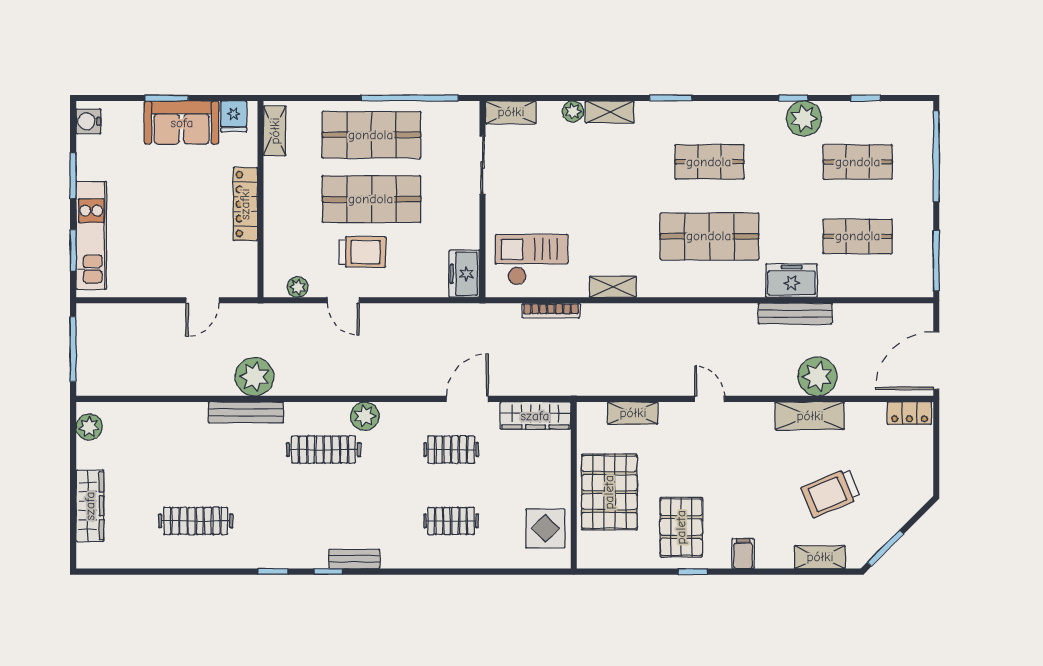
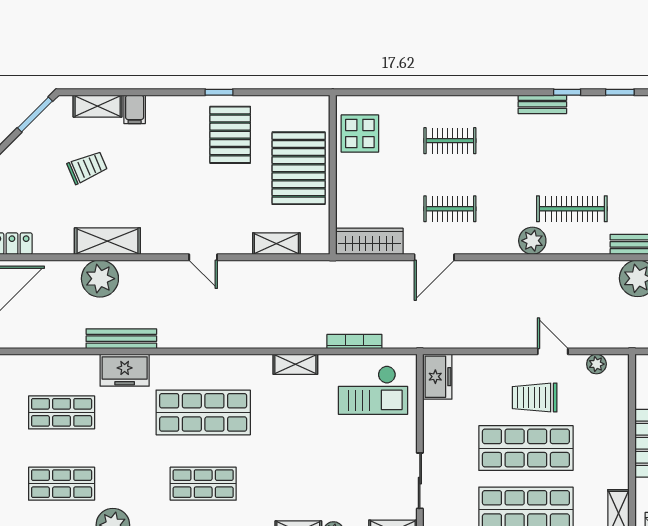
trolley: (831, 493) -> (87, 167), width x0.73, depth x0.72
filing cabinet: (743, 554) -> (135, 109), moved

